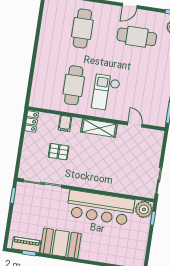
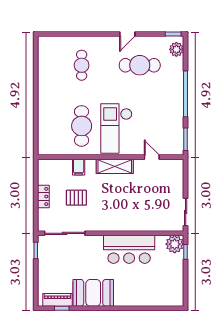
cafe table: (82, 28) -> (82, 65), width x0.73, depth x0.74
checkout: (106, 93) -> (116, 128), width x1.36, depth x1.21
locker: (32, 122) -> (43, 196), moved
bar counter: (100, 208) -> (129, 249), width x0.73

